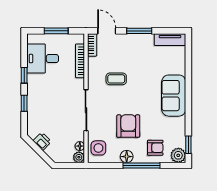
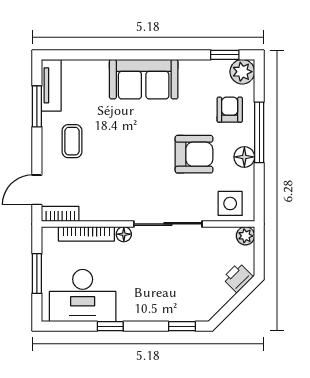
window: (139, 31) -> (37, 106), moved
desk: (43, 59) -> (83, 296), width x1.37
coffee table: (116, 79) -> (72, 141), moved
window: (24, 103) -> (182, 326), moved
armchair: (128, 126) -> (194, 154), turned 180
printer: (42, 141) -> (238, 278), moved
floor lamp: (80, 146) -> (124, 234), moved

